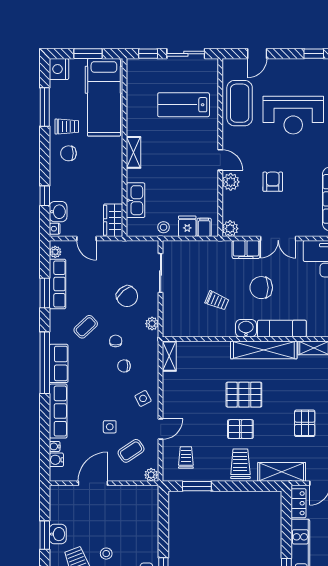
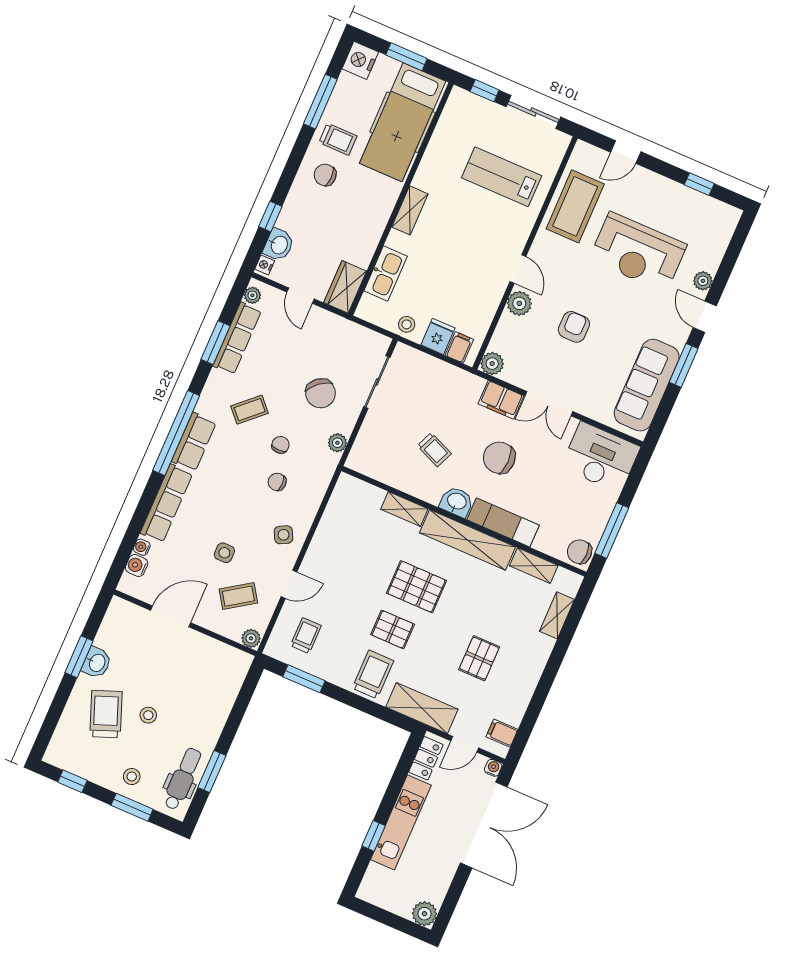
shelving: (169, 356) -> (404, 509), moved, turned 90

